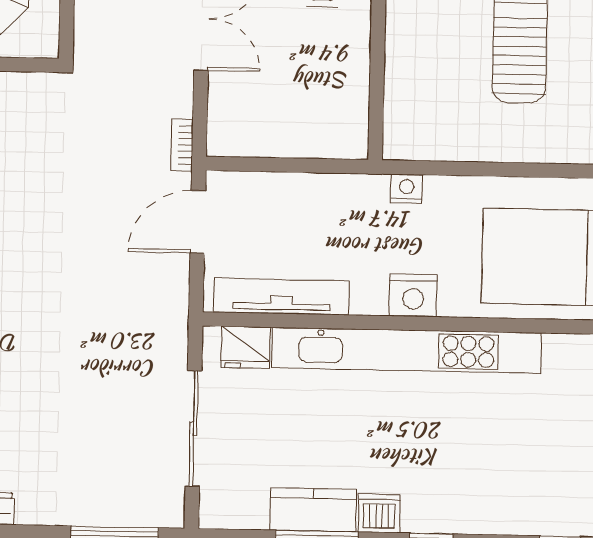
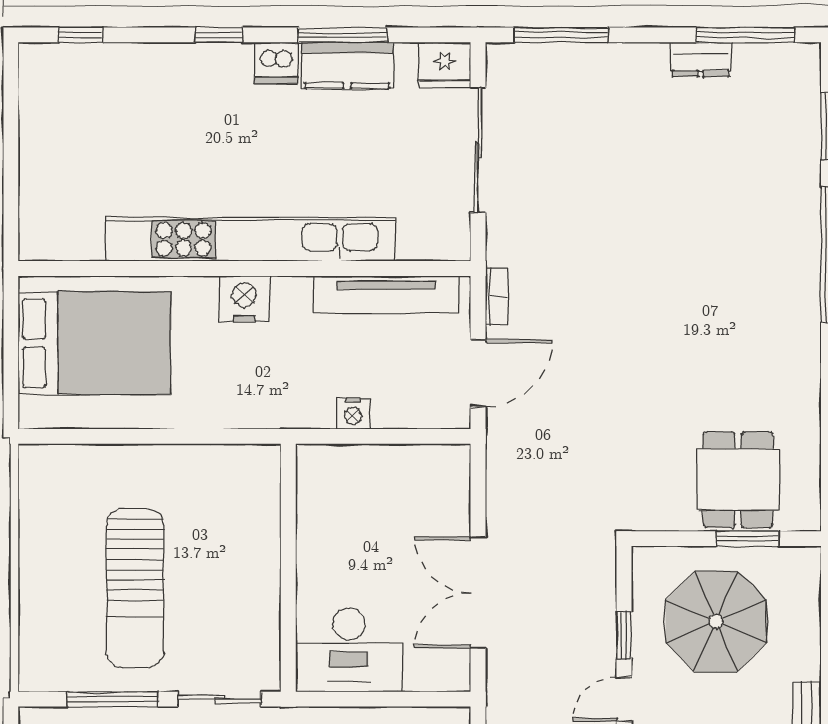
bookcase: (182, 145) -> (497, 297), moved
nightstand: (407, 189) -> (353, 413), moved
fridge: (246, 347) -> (445, 65), moved, turned 180

